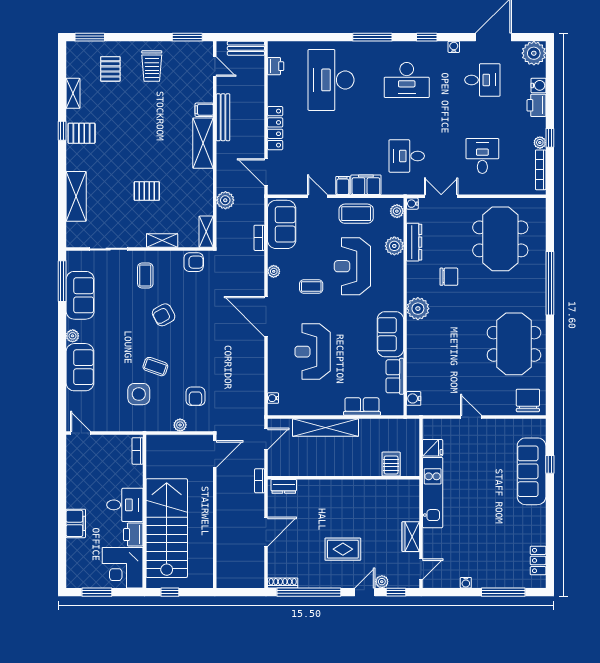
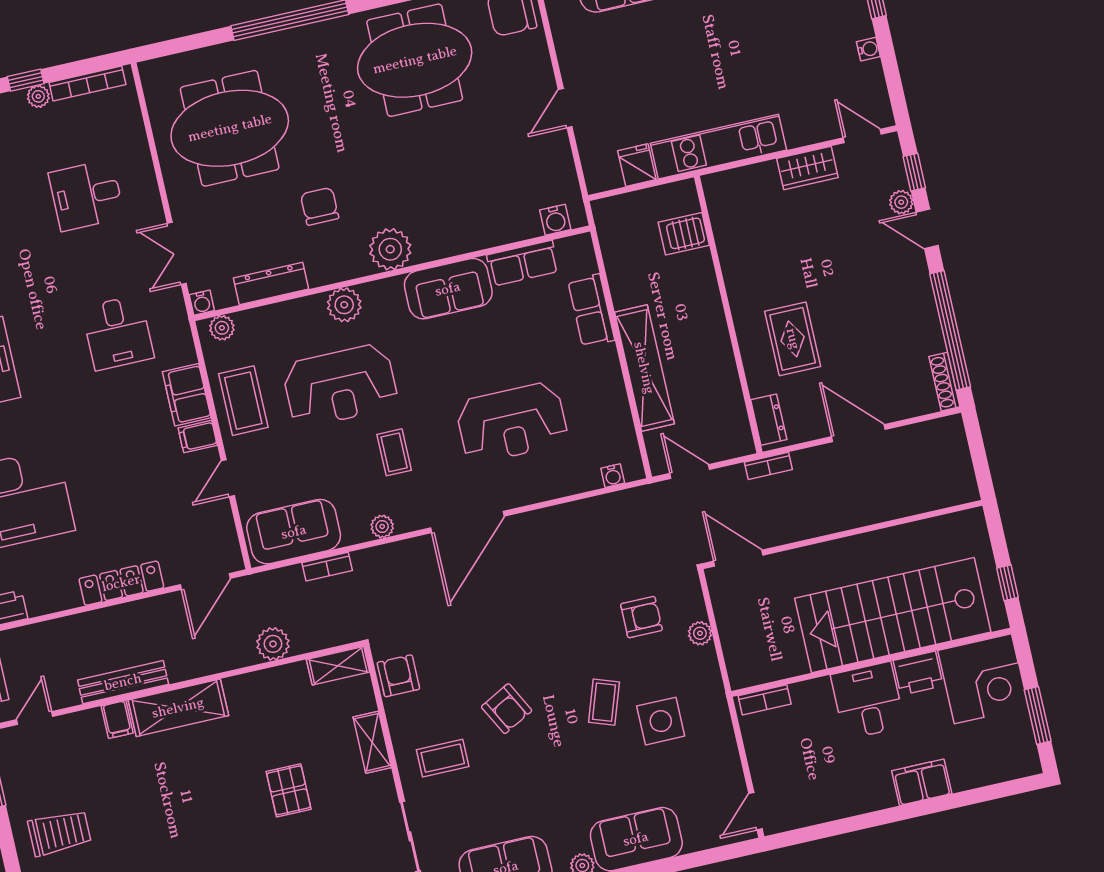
plant: (394, 246) -> (344, 305), moved
rug: (343, 549) -> (793, 339), moved

